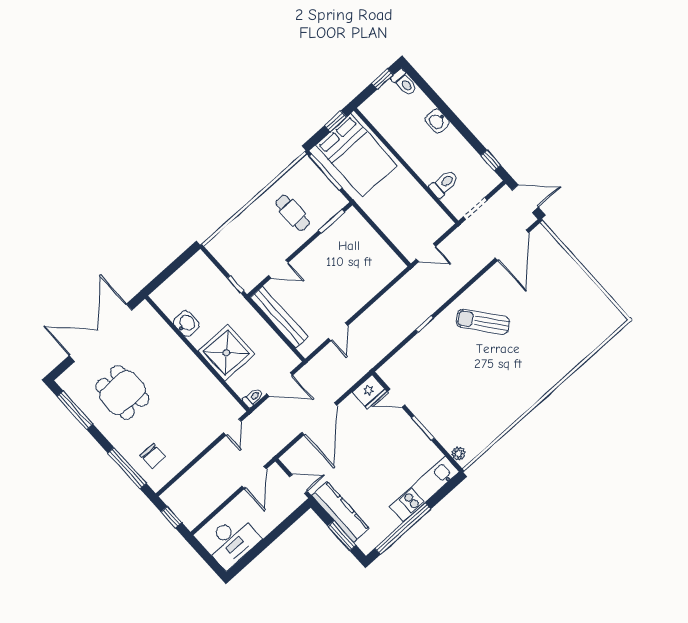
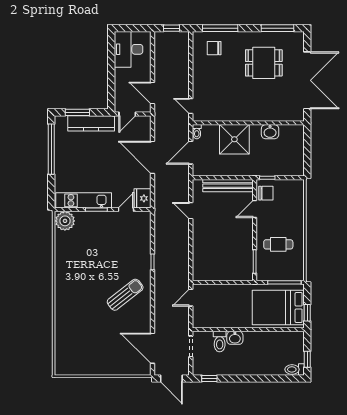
washbasin: (437, 121) -> (235, 338), moved, turned 180
door: (525, 199) -> (171, 378), hinge flipped
chair: (252, 272) -> (266, 193), added
plant: (458, 454) -> (65, 221), width x1.87, depth x1.87
kitchen unit: (424, 489) -> (84, 200), moved, turned -90

